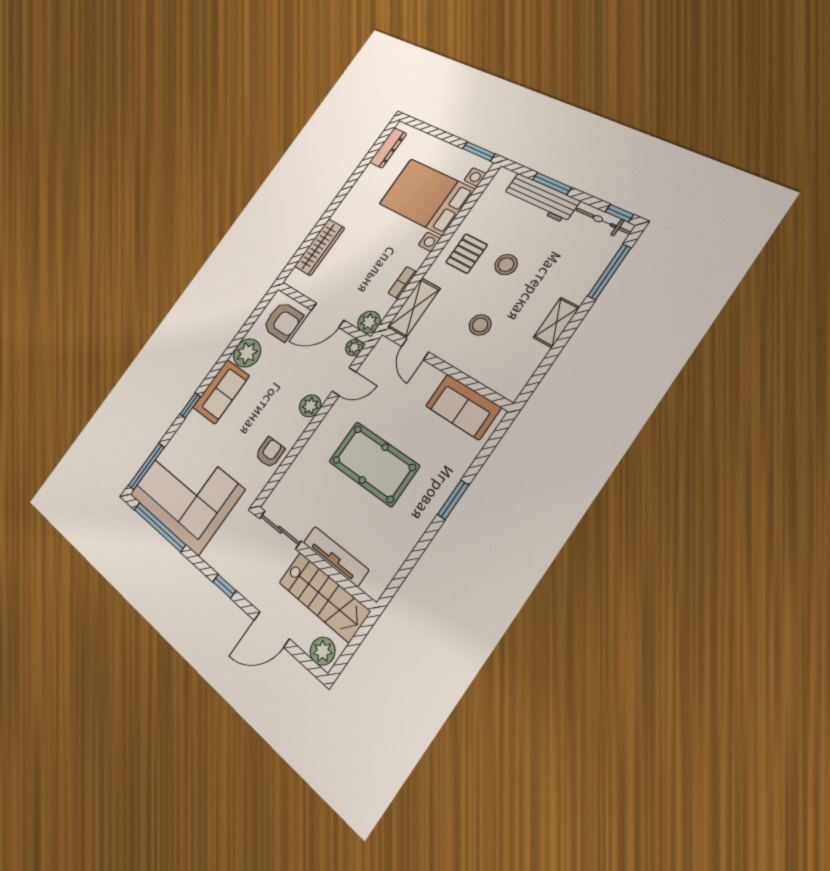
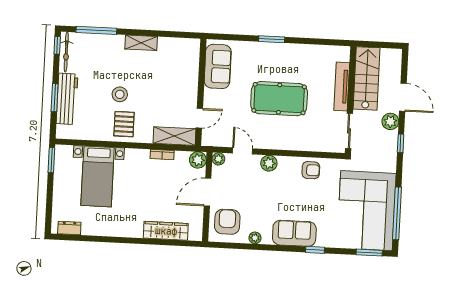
dresser: (388, 148) -> (69, 228), width x0.70
bed with nightstands: (426, 197) -> (98, 176), width x0.73
pallet: (467, 254) -> (124, 124), turned 90
door: (327, 315) -> (208, 192), swing flipped
stool: (480, 325) -> (165, 87), removed
plant: (247, 353) -> (255, 238), width x0.53, depth x0.53
armchair: (270, 453) -> (311, 170), turned 180
pool table: (374, 464) -> (279, 99), turned 90
window: (146, 466) -> (369, 253), width x0.69
plant: (323, 651) -> (390, 121), moved

